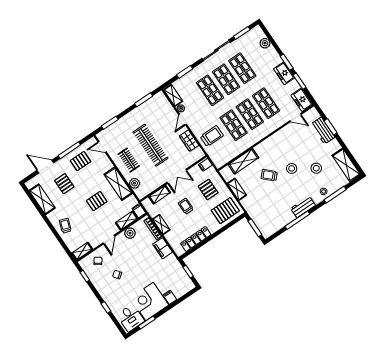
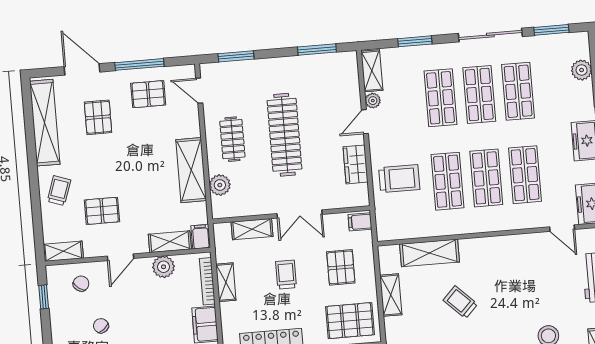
stool: (292, 168) -> (506, 312), removed
shelving: (42, 199) -> (45, 123), width x1.47
pallet: (97, 201) -> (102, 211), moved

